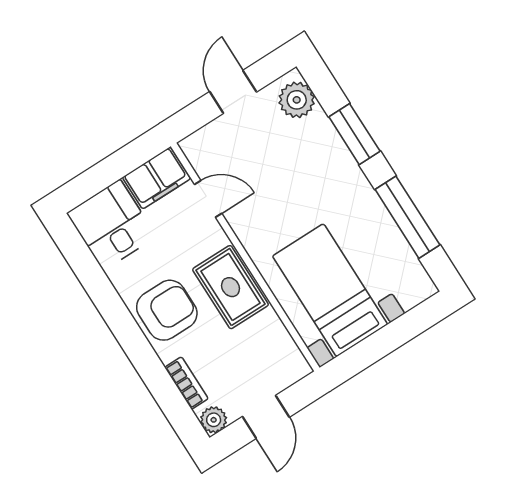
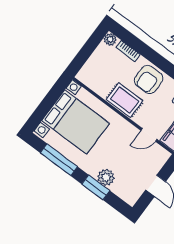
plant: (297, 100) -> (106, 177), moved
bed with nightstands: (330, 290) -> (76, 122), width x1.36
door: (266, 417) -> (88, 49), removed

